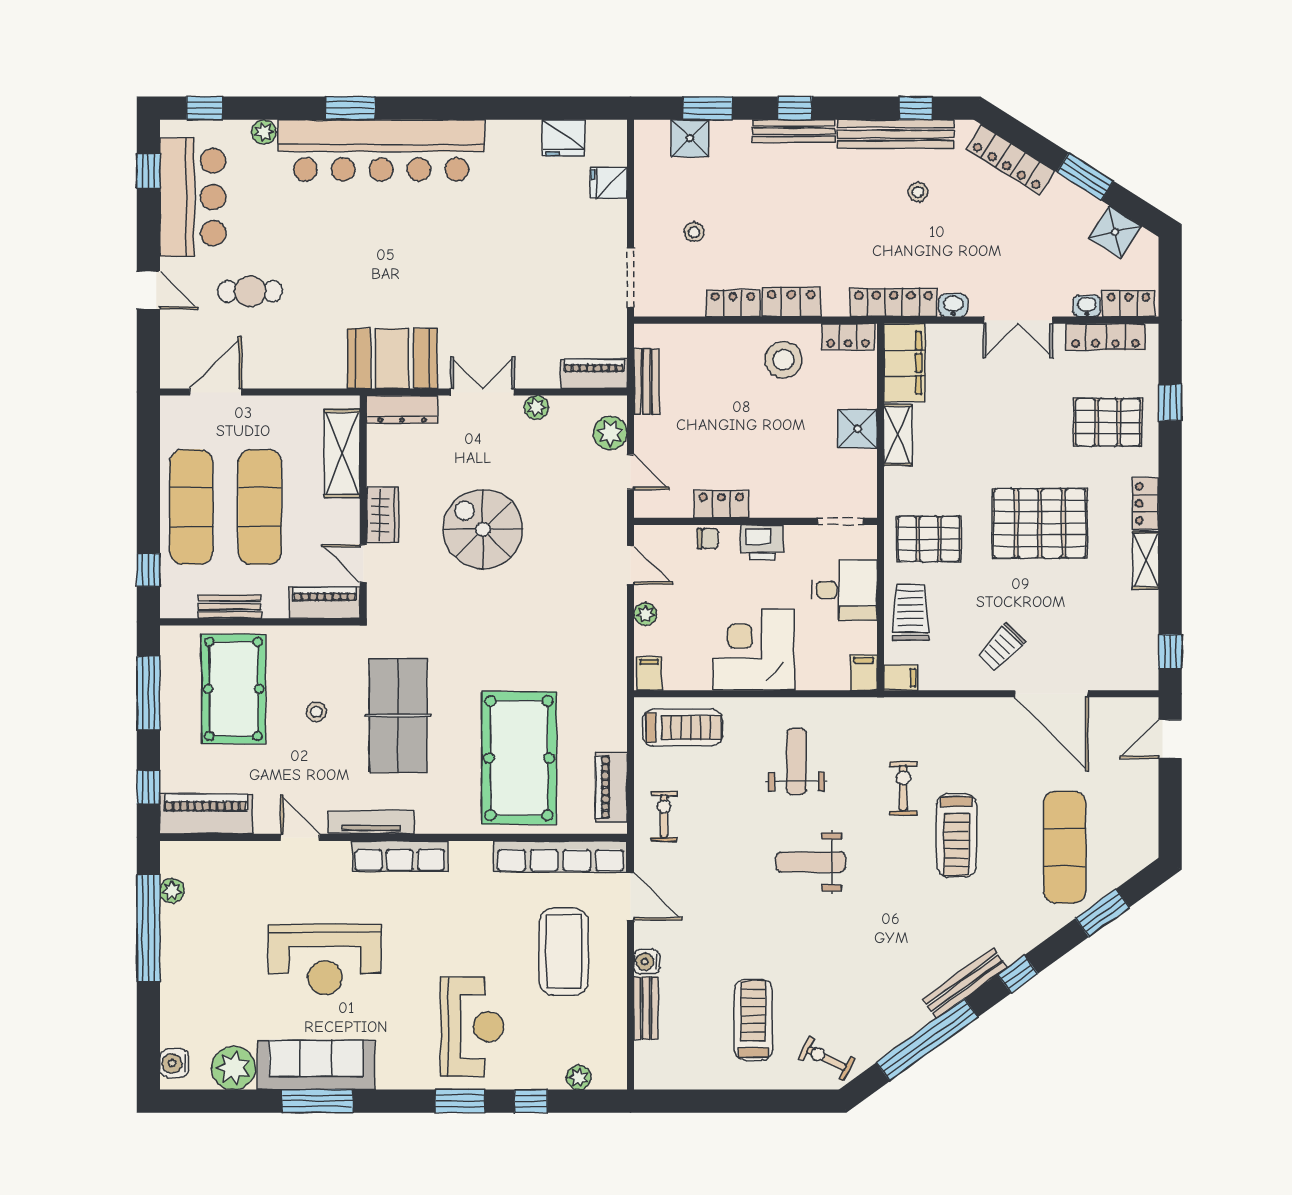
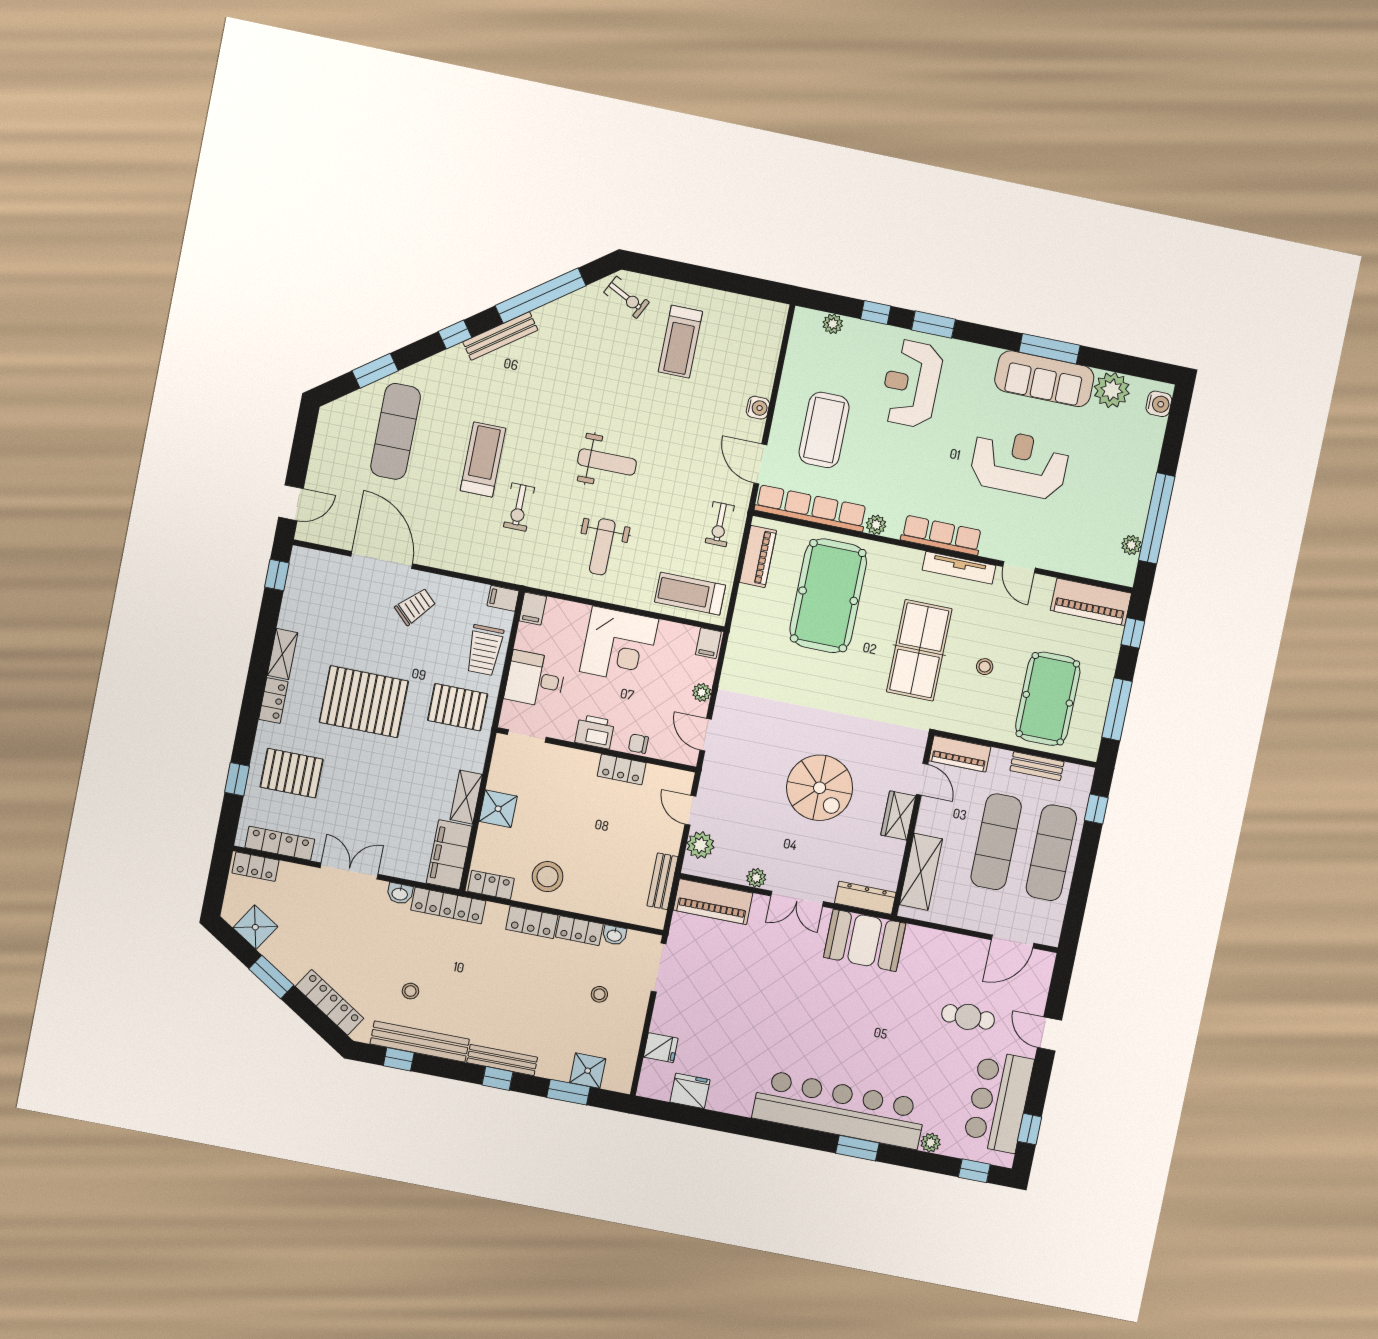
washbasin: (1087, 306) -> (614, 935), moved
piano: (594, 374) -> (713, 902), width x1.37, depth x1.33
plant: (480, 853) -> (876, 525), added
bench: (646, 1008) -> (766, 370), removed

